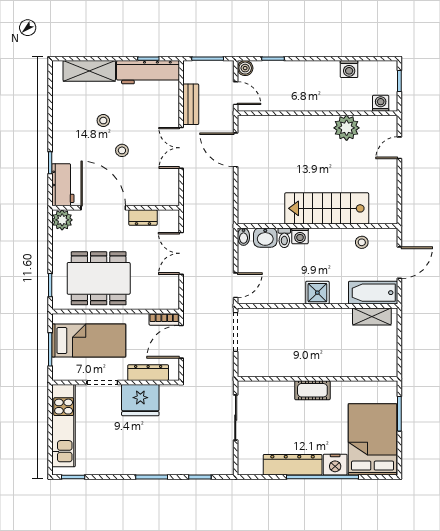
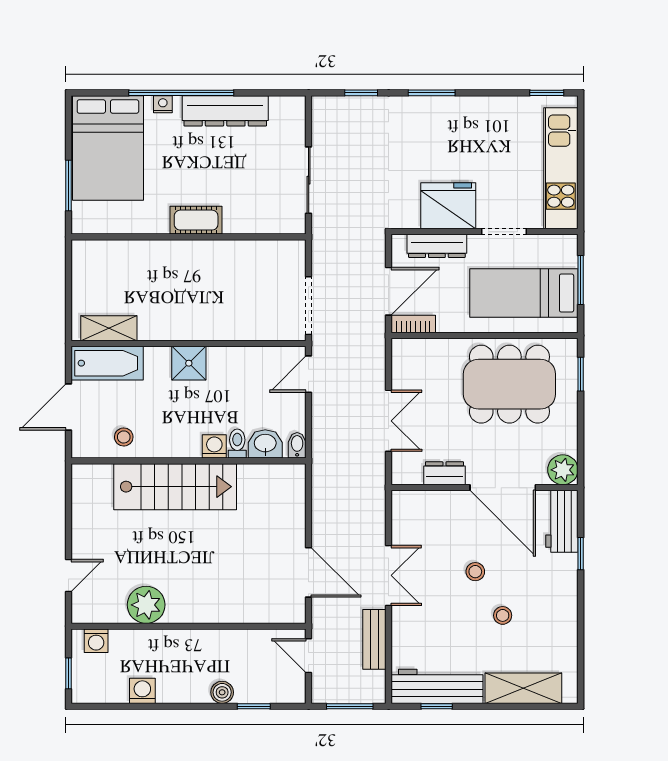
boiler: (245, 68) -> (222, 692), moved
nightstand: (335, 465) -> (163, 104), width x0.53, depth x0.56

